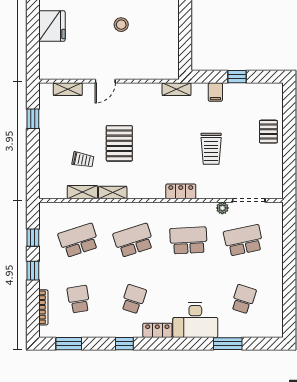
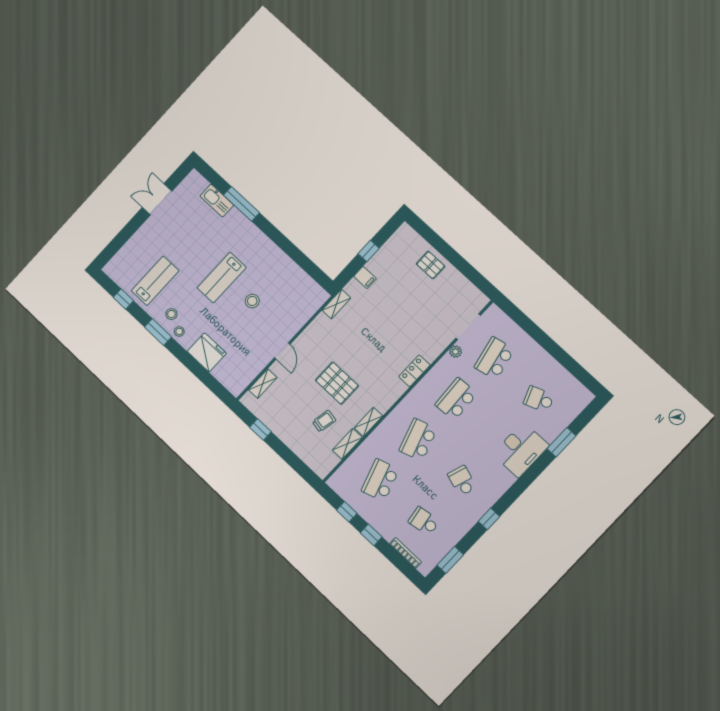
trolley: (211, 149) -> (404, 319), removed
school desk: (243, 299) -> (539, 399), turned -39
locker: (157, 330) -> (502, 485), removed

